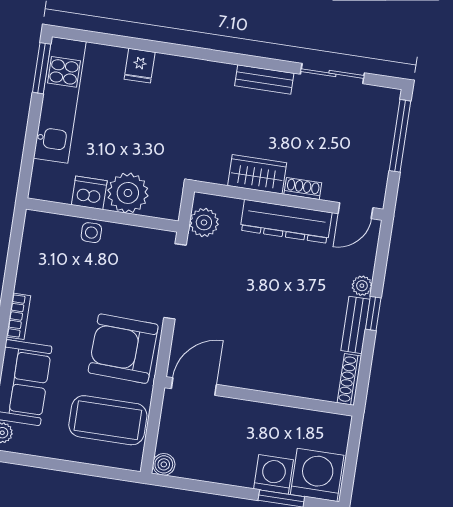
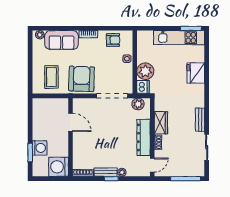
fridge: (140, 66) -> (196, 73), width x1.88, depth x1.34
dishwasher: (89, 193) -> (143, 87), moved
door: (355, 211) -> (152, 165), swing flipped
armchair: (41, 259) -> (113, 40), added
door: (194, 387) -> (70, 122), moved
coffee table: (108, 420) -> (51, 77), width x0.73, depth x0.76
boiler: (164, 464) -> (37, 103), removed
washing machine: (317, 475) -> (59, 167), moved, turned 180

